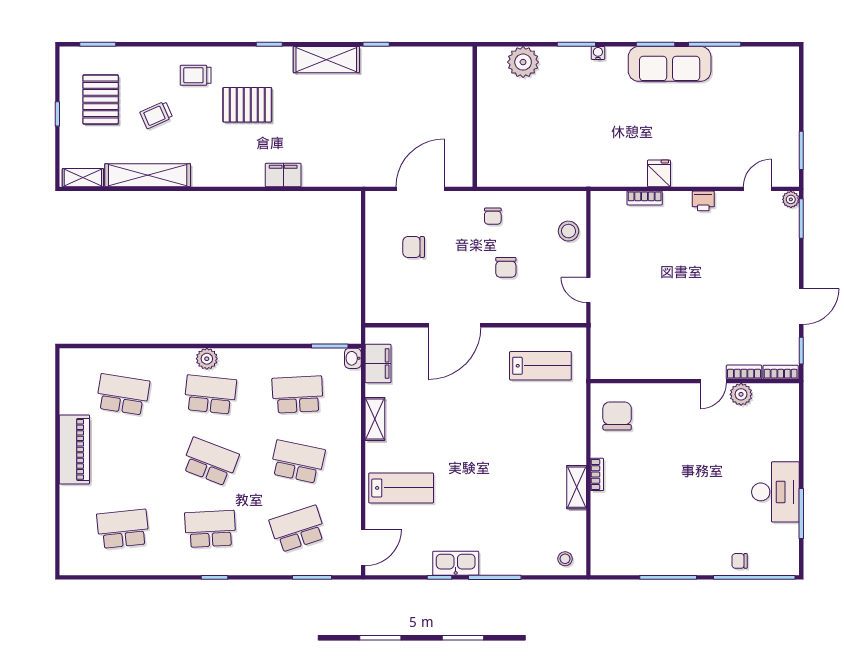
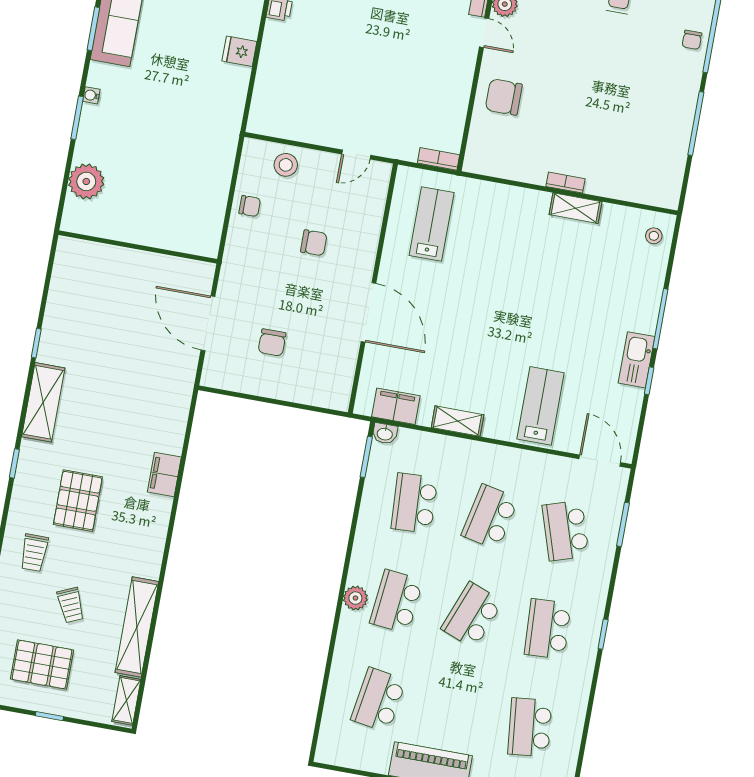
bookcase: (645, 198) -> (438, 159), moved, turned -90
chair: (493, 216) -> (250, 206), moved
chair: (617, 416) -> (504, 97), moved

